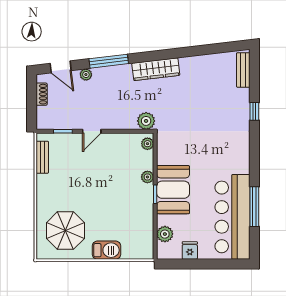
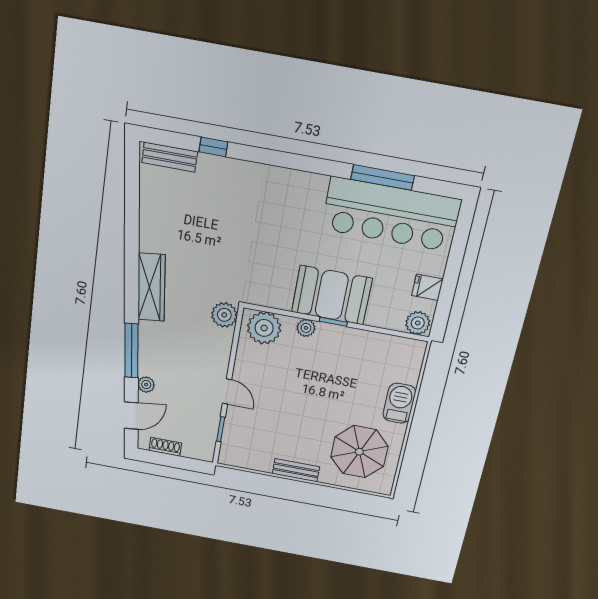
window: (254, 111) -> (213, 147), moved
plant: (147, 144) -> (264, 328), width x1.88, depth x1.88
bench: (42, 157) -> (296, 470), moved
plant: (165, 234) -> (418, 323), moved

